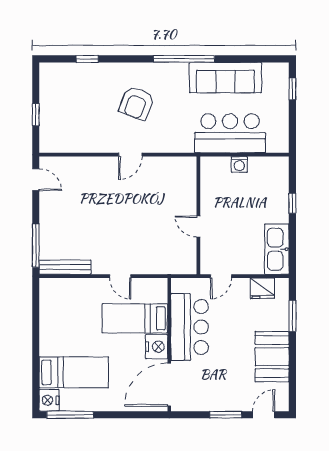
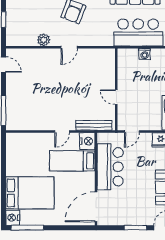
plant: (94, 144) -> (44, 40), added
bench: (65, 267) -> (94, 125), moved
door: (120, 276) -> (62, 132), hinge flipped
nightstand: (157, 347) -> (87, 141), moved
bed: (74, 372) -> (30, 193), width x1.50

